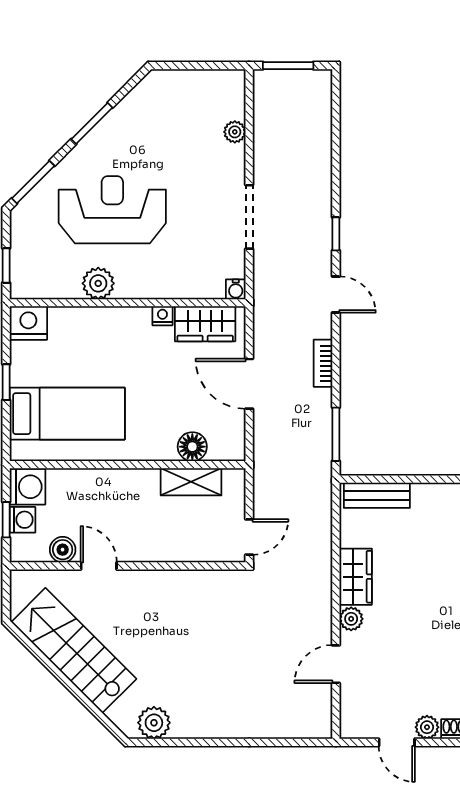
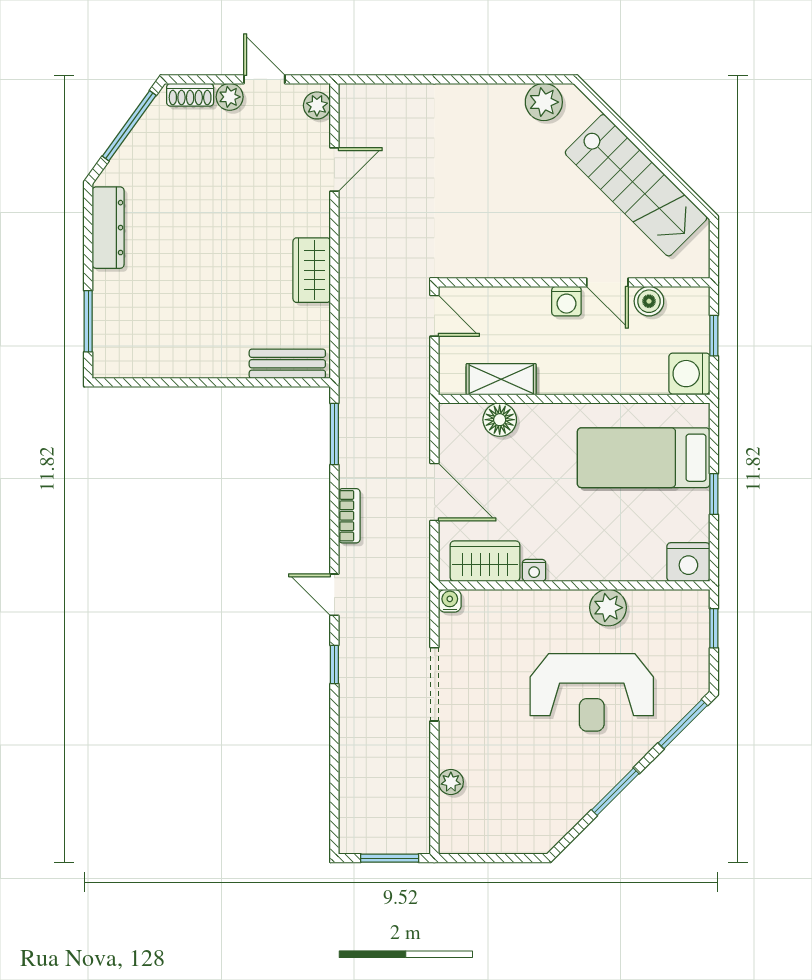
washing machine: (22, 520) -> (566, 301), moved, turned -90
door: (249, 537) -> (434, 316), swing flipped
plant: (351, 619) -> (317, 105), moved

